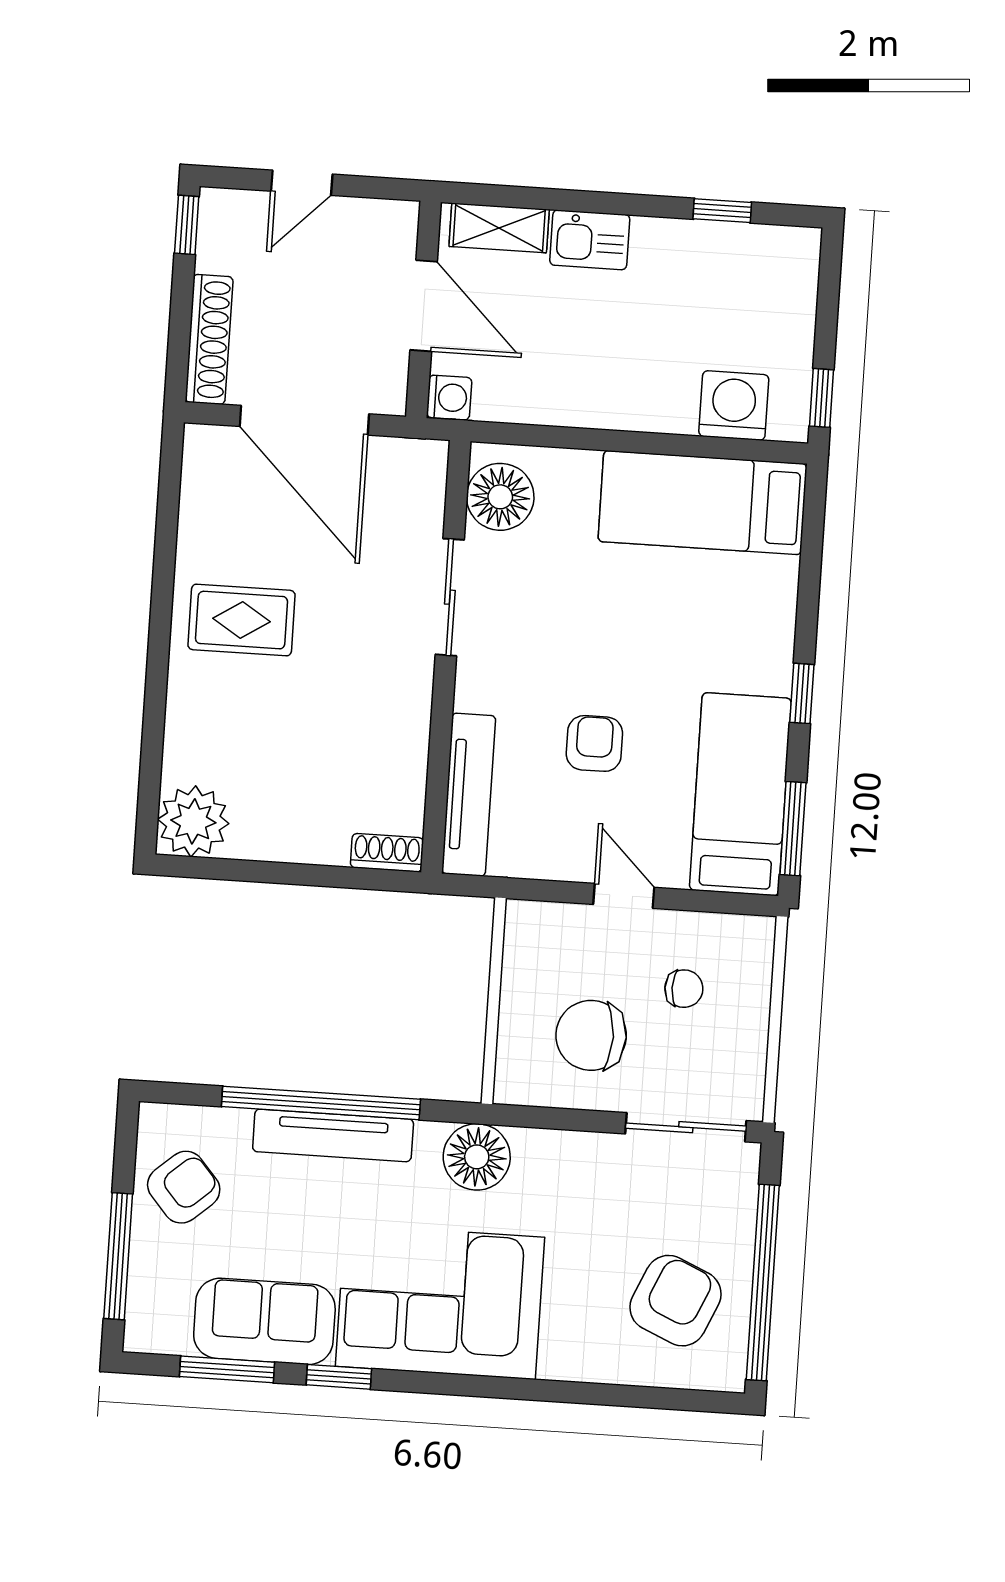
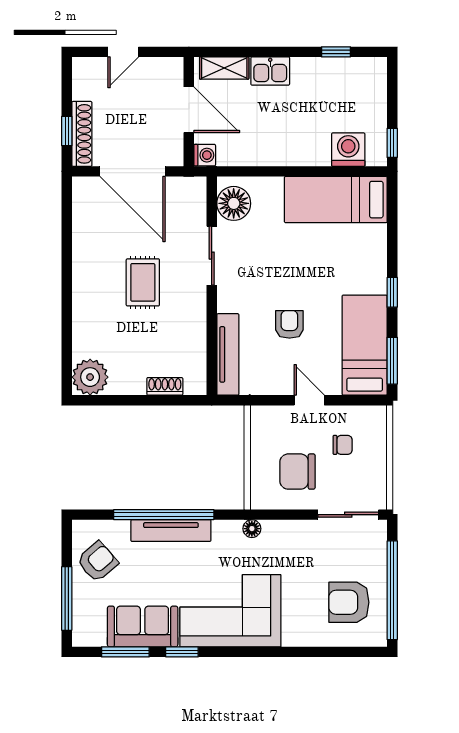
window: (187, 225) -> (67, 131), moved
rug: (242, 620) -> (143, 282), moved, turned 90
shoe rack: (387, 853) -> (165, 386), moved
floor lamp: (477, 1157) -> (252, 529), width x0.53, depth x0.53
armchair: (675, 1301) -> (349, 602), turned -114

